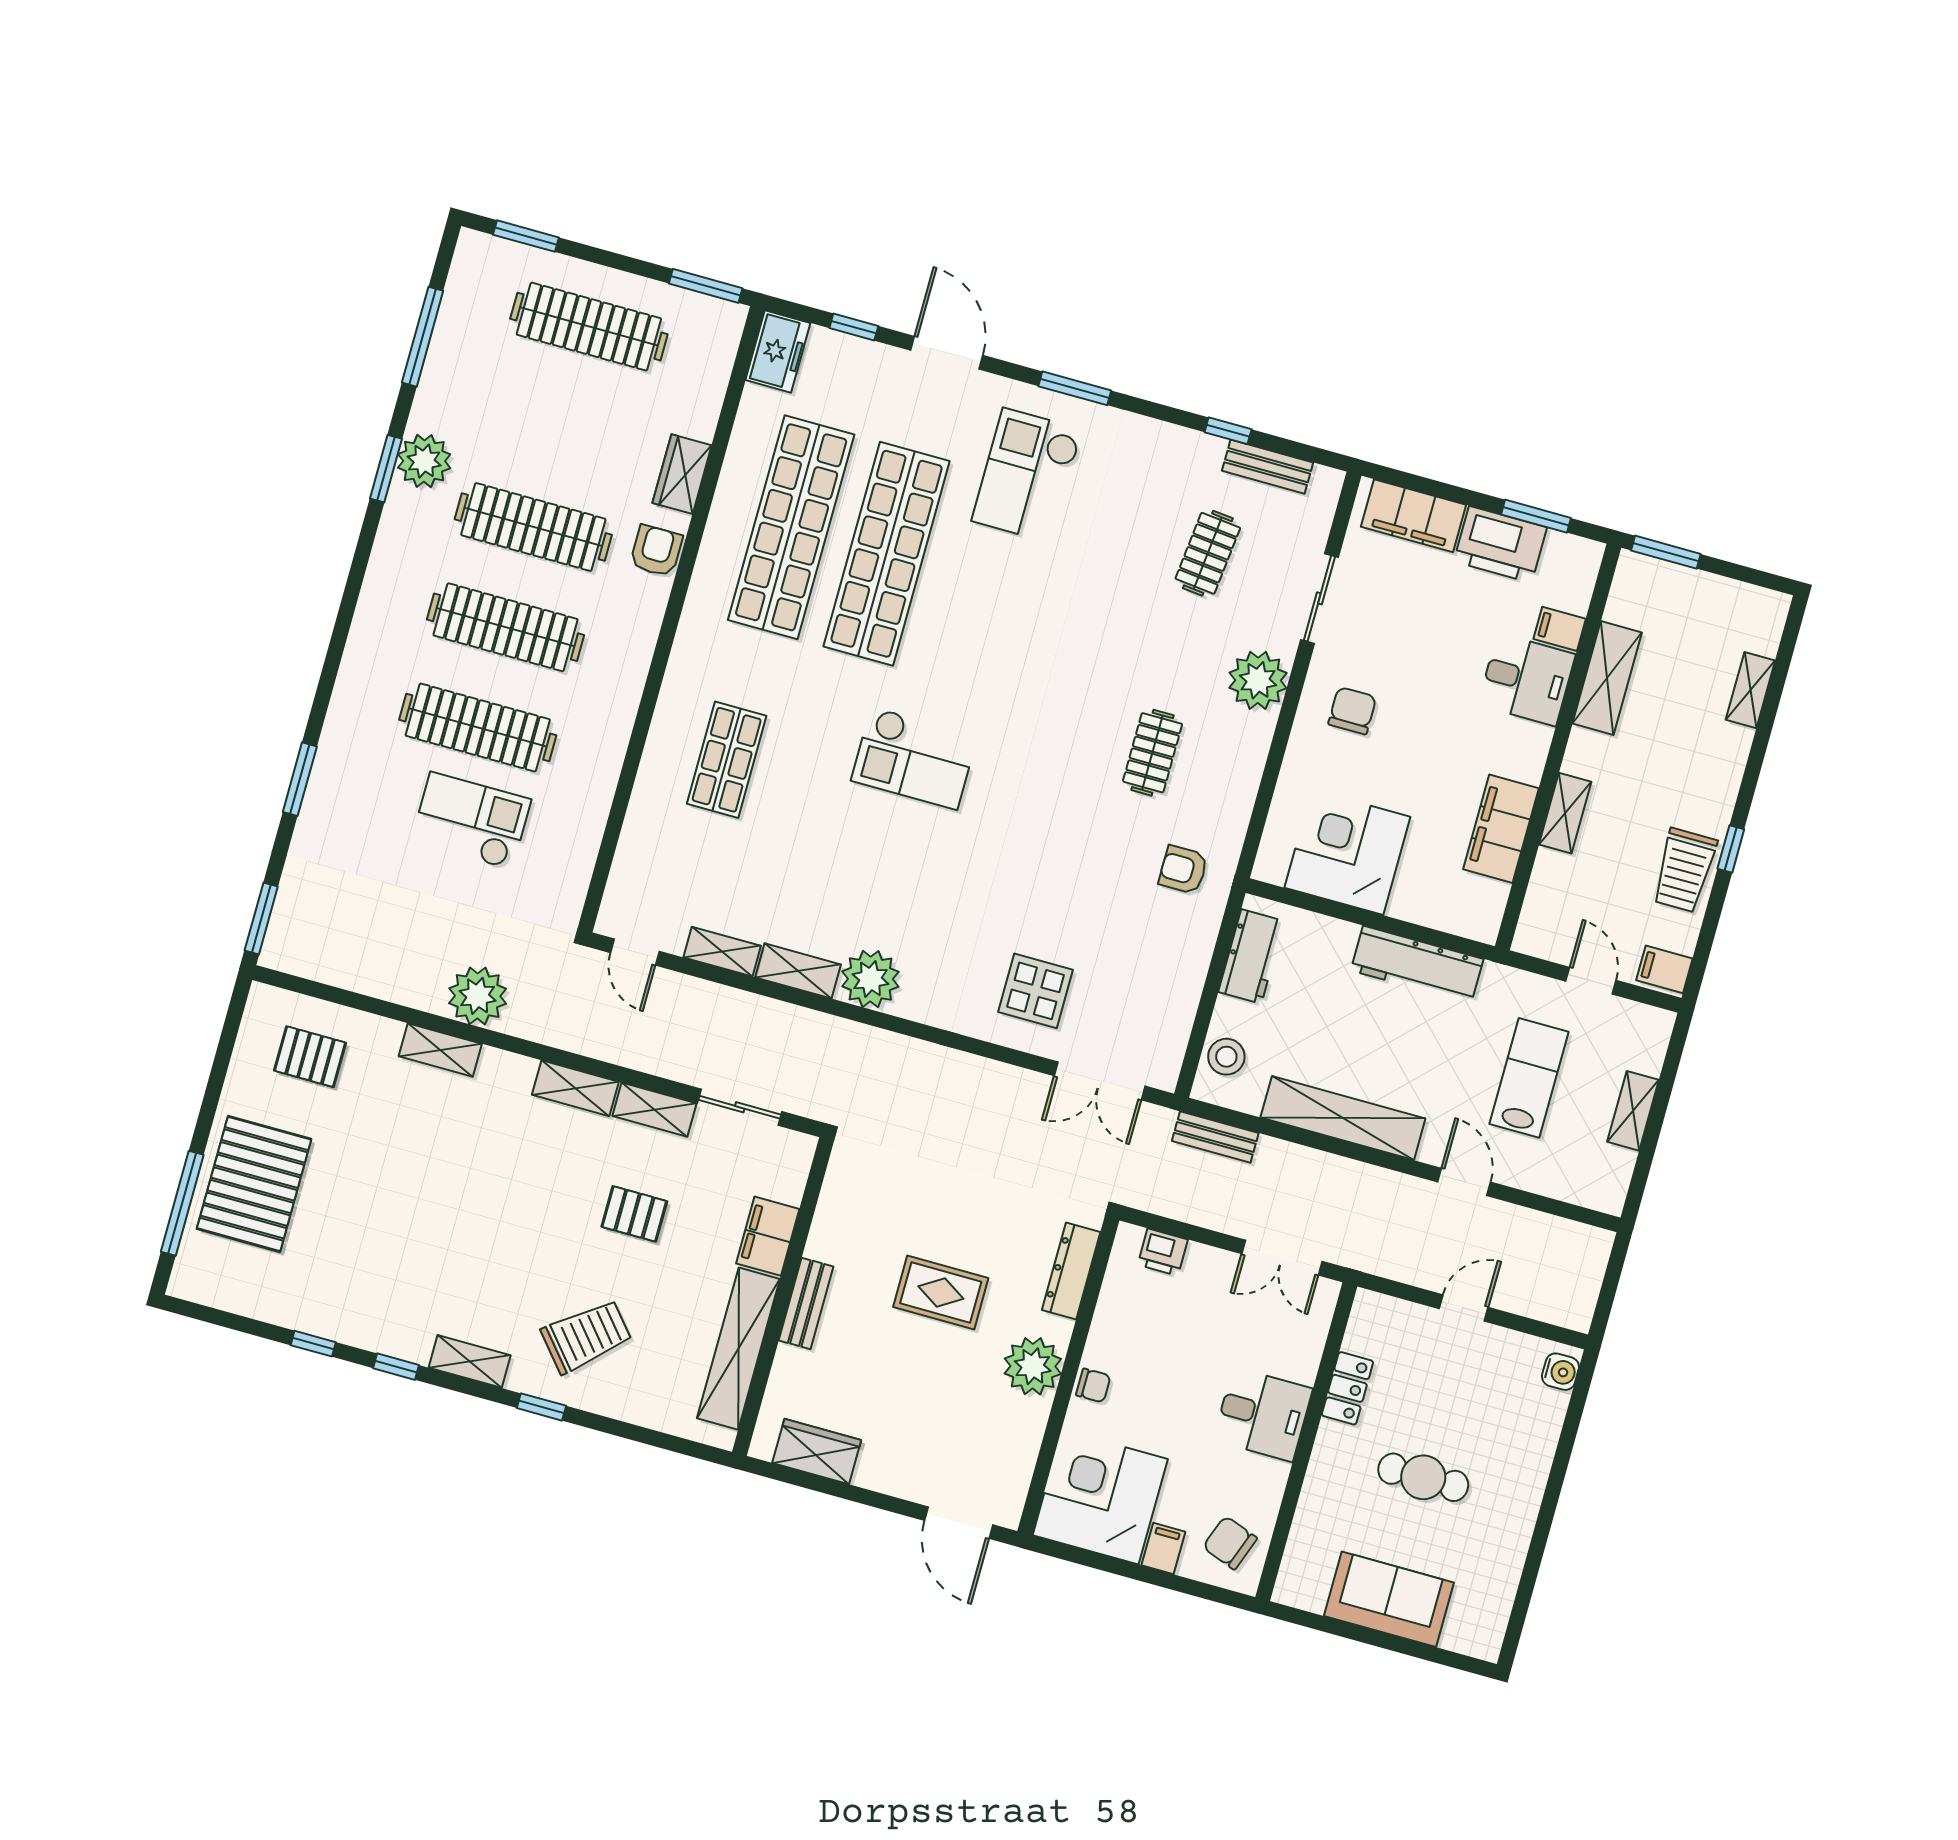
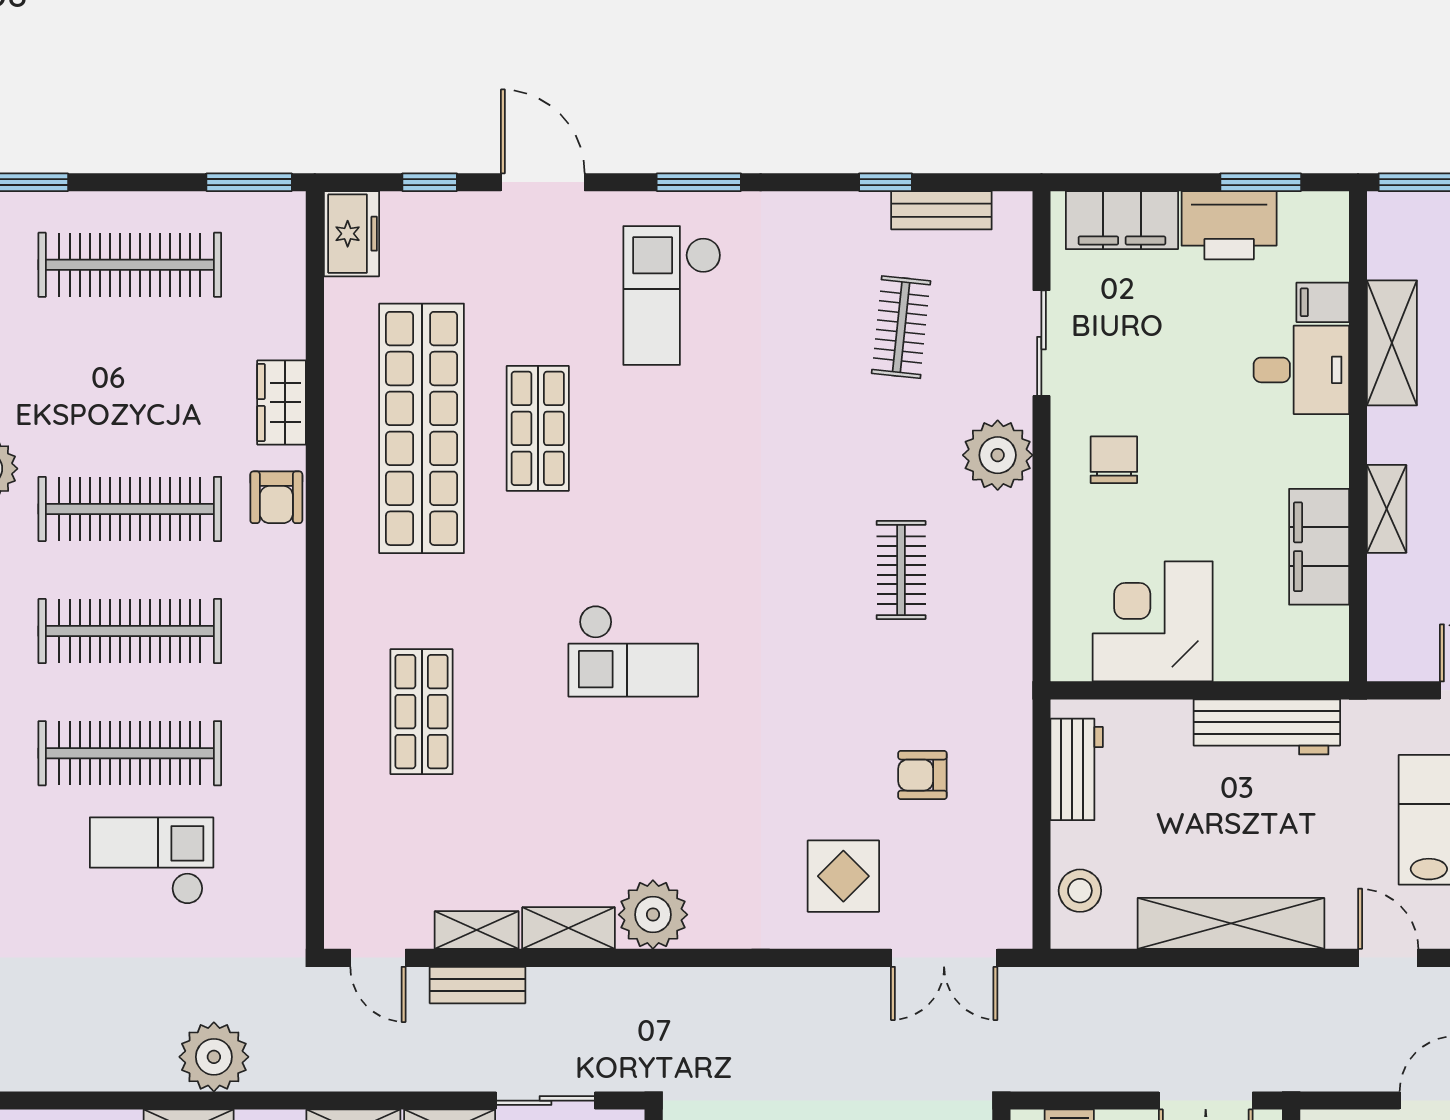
armchair: (656, 551) -> (276, 497), turned 180
shop shelf: (887, 554) -> (538, 428), width x0.50, depth x0.74
armchair: (1183, 870) -> (922, 775), moved
bench: (1215, 1137) -> (477, 985), moved

